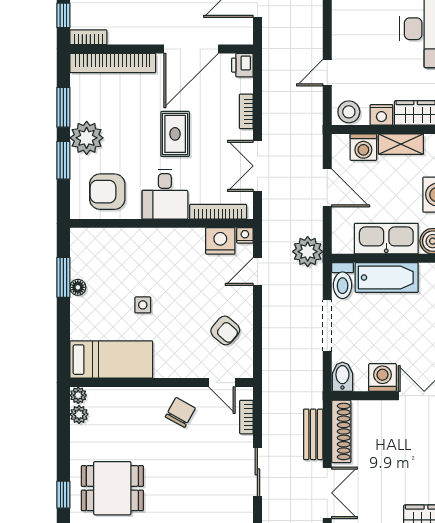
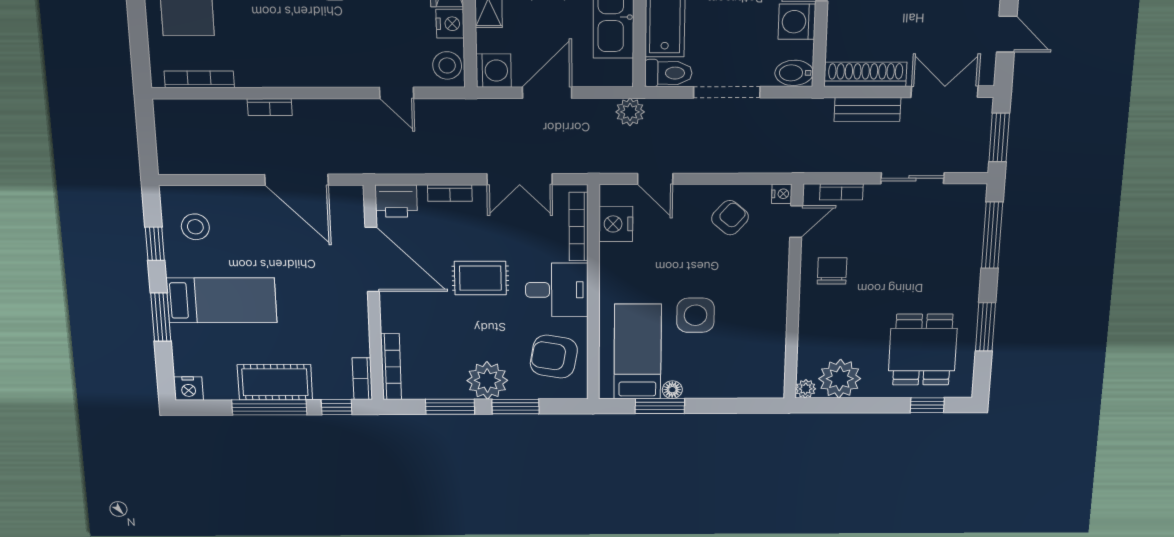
bookcase: (113, 63) -> (391, 367), width x0.68, depth x0.76
printer: (242, 65) -> (396, 201), width x1.36, depth x1.24
washing machine: (363, 147) -> (494, 71), moved
armchair: (107, 192) -> (554, 357), turned 100
nightstand: (245, 235) -> (782, 194), moved, turned 180
plant: (308, 252) -> (630, 112), width x0.73, depth x0.73
side table: (143, 305) -> (695, 315), width x1.87, depth x1.87
bed: (111, 360) -> (638, 352), moved
chair: (180, 412) -> (832, 271), turned 61
plant: (79, 414) -> (840, 379), width x1.87, depth x1.87

